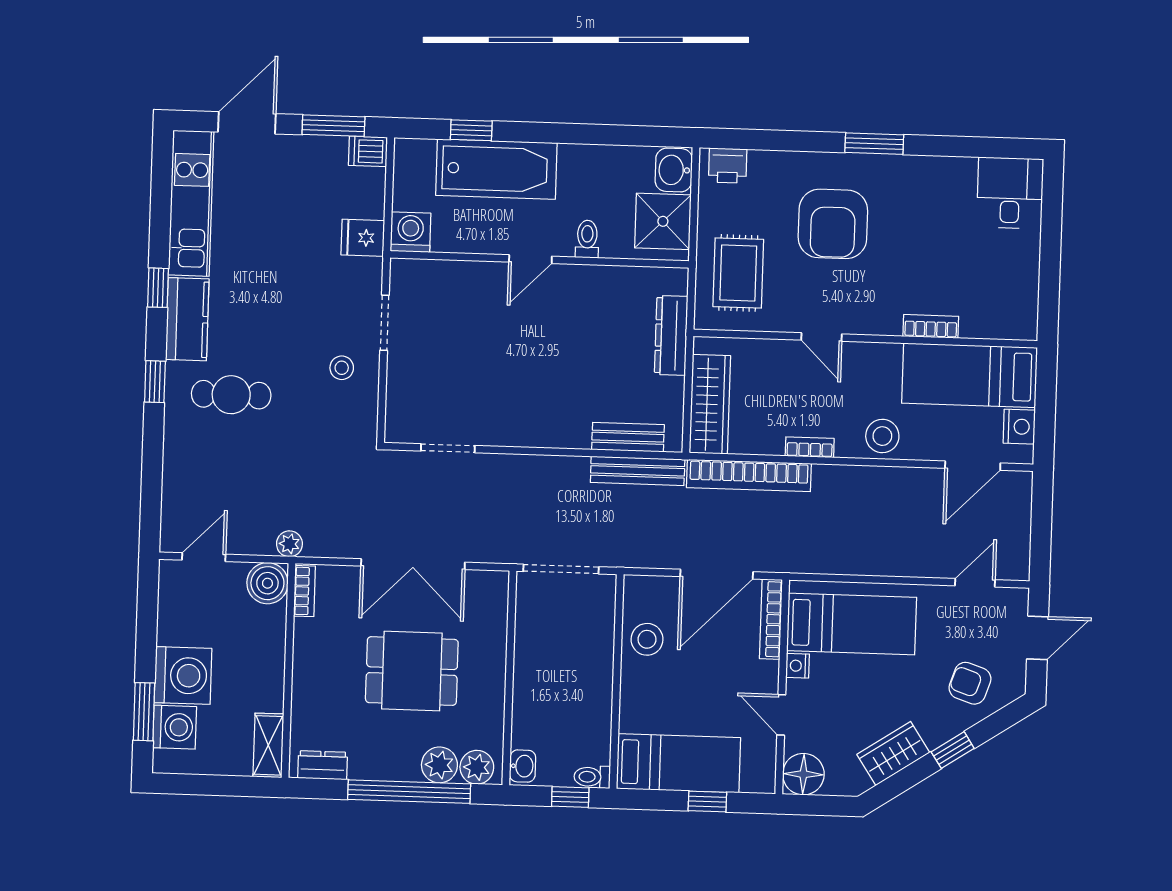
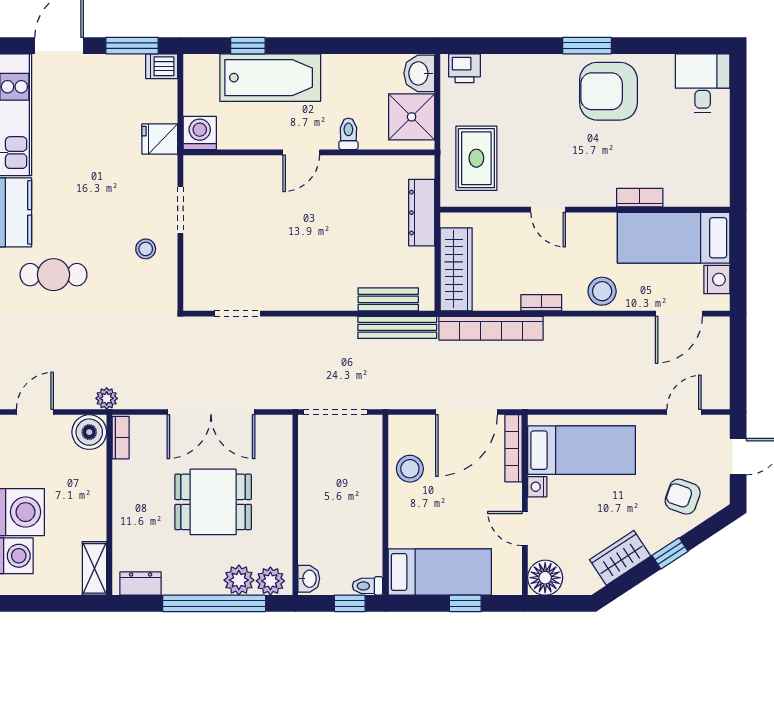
armchair: (833, 224) -> (608, 91), moved, turned 90

